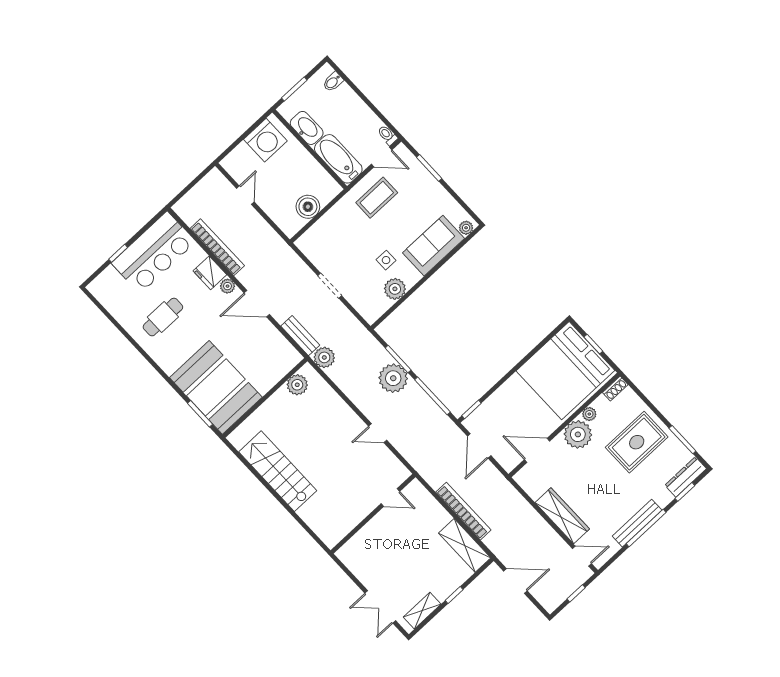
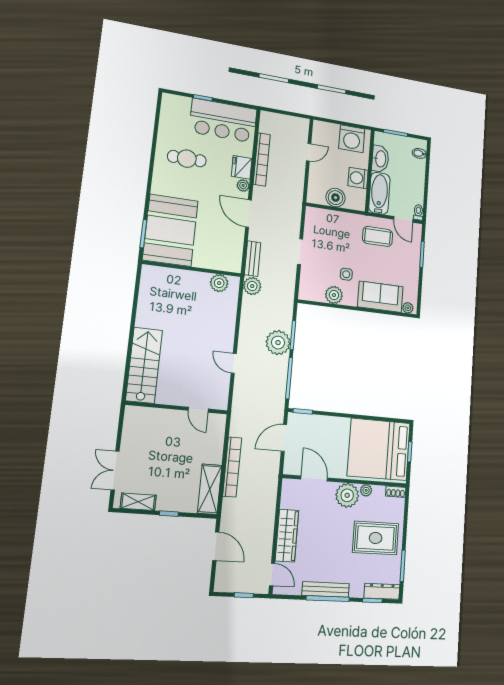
washing machine: (307, 168) -> (358, 178), added
stairs: (278, 471) -> (144, 365), moved

